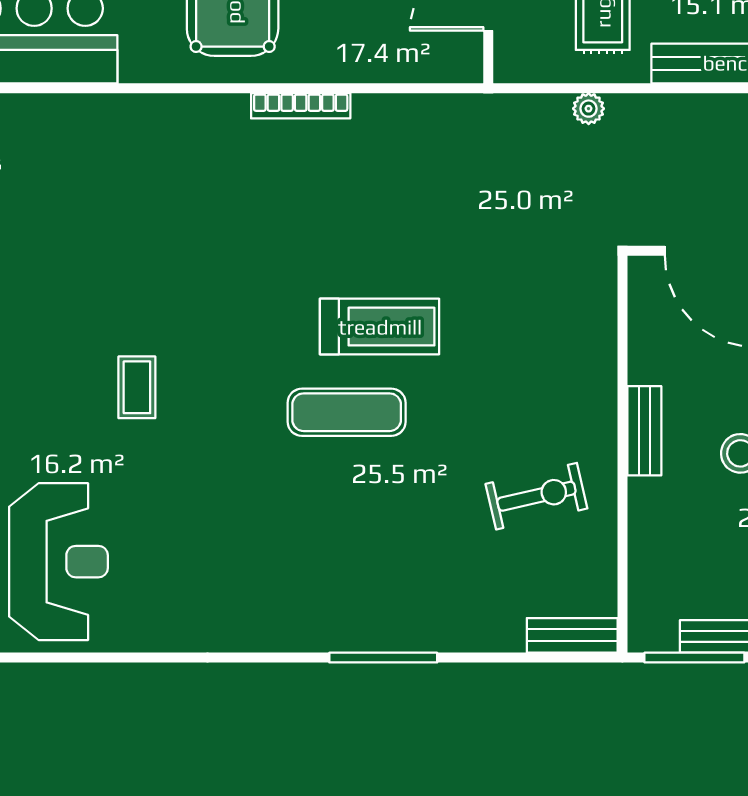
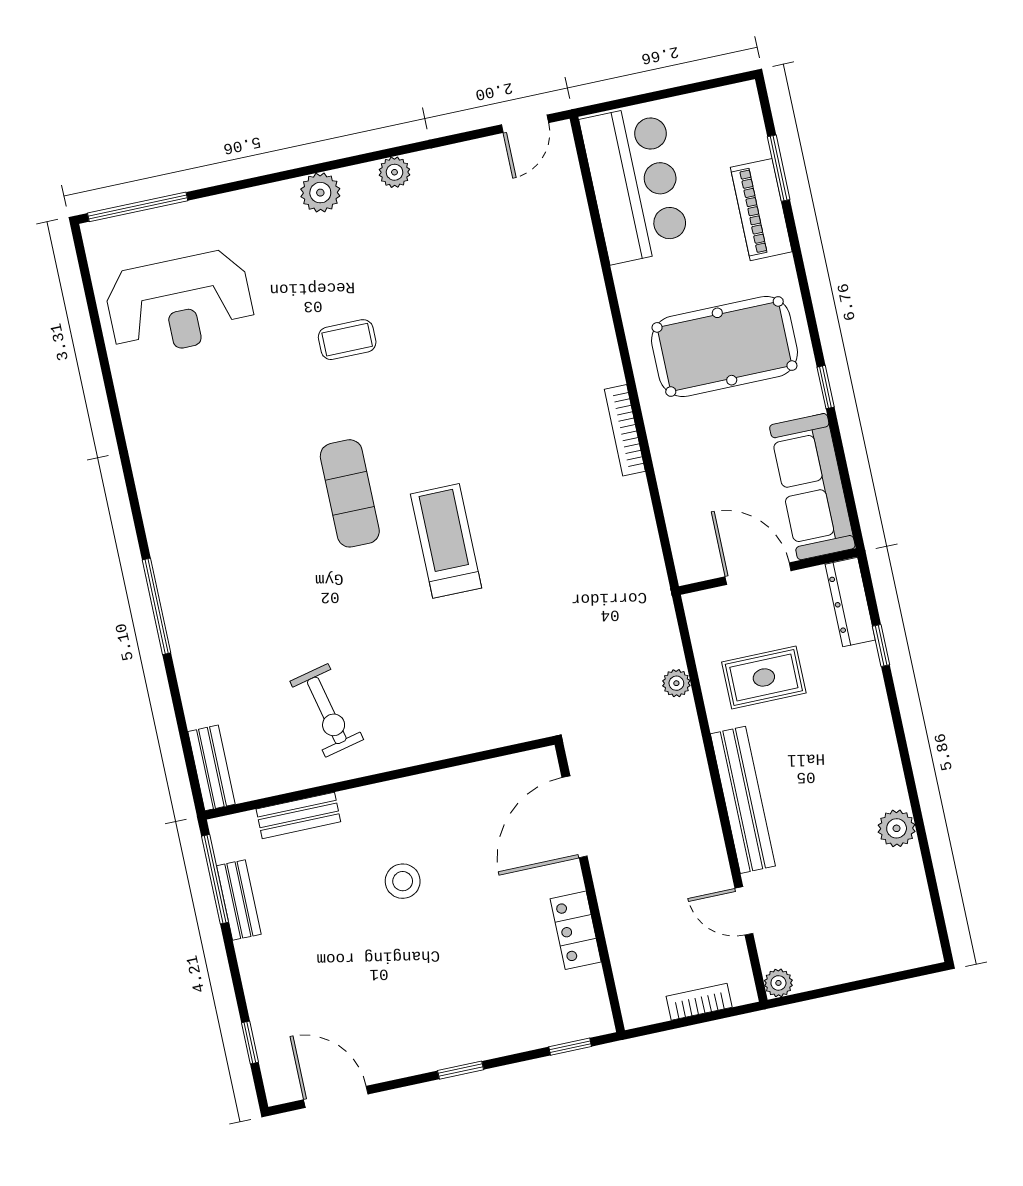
treadmill: (380, 327) -> (446, 541), turned 180
exercise mat: (347, 412) -> (350, 493), moved
bench: (644, 431) -> (298, 815), moved

